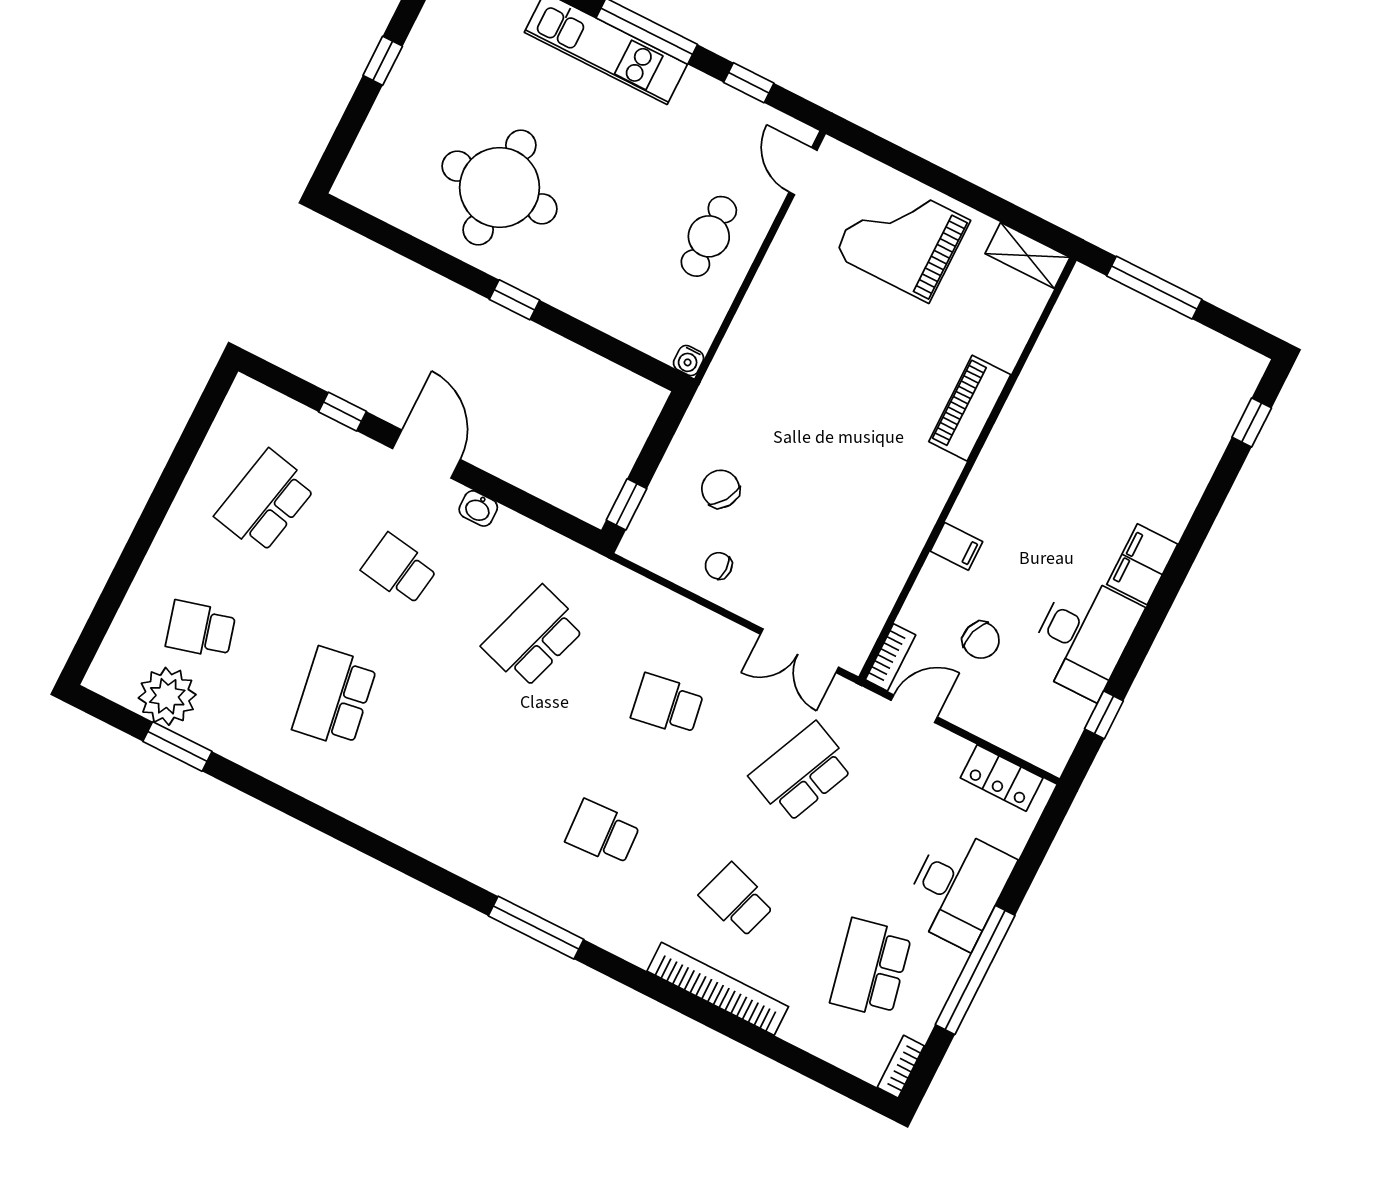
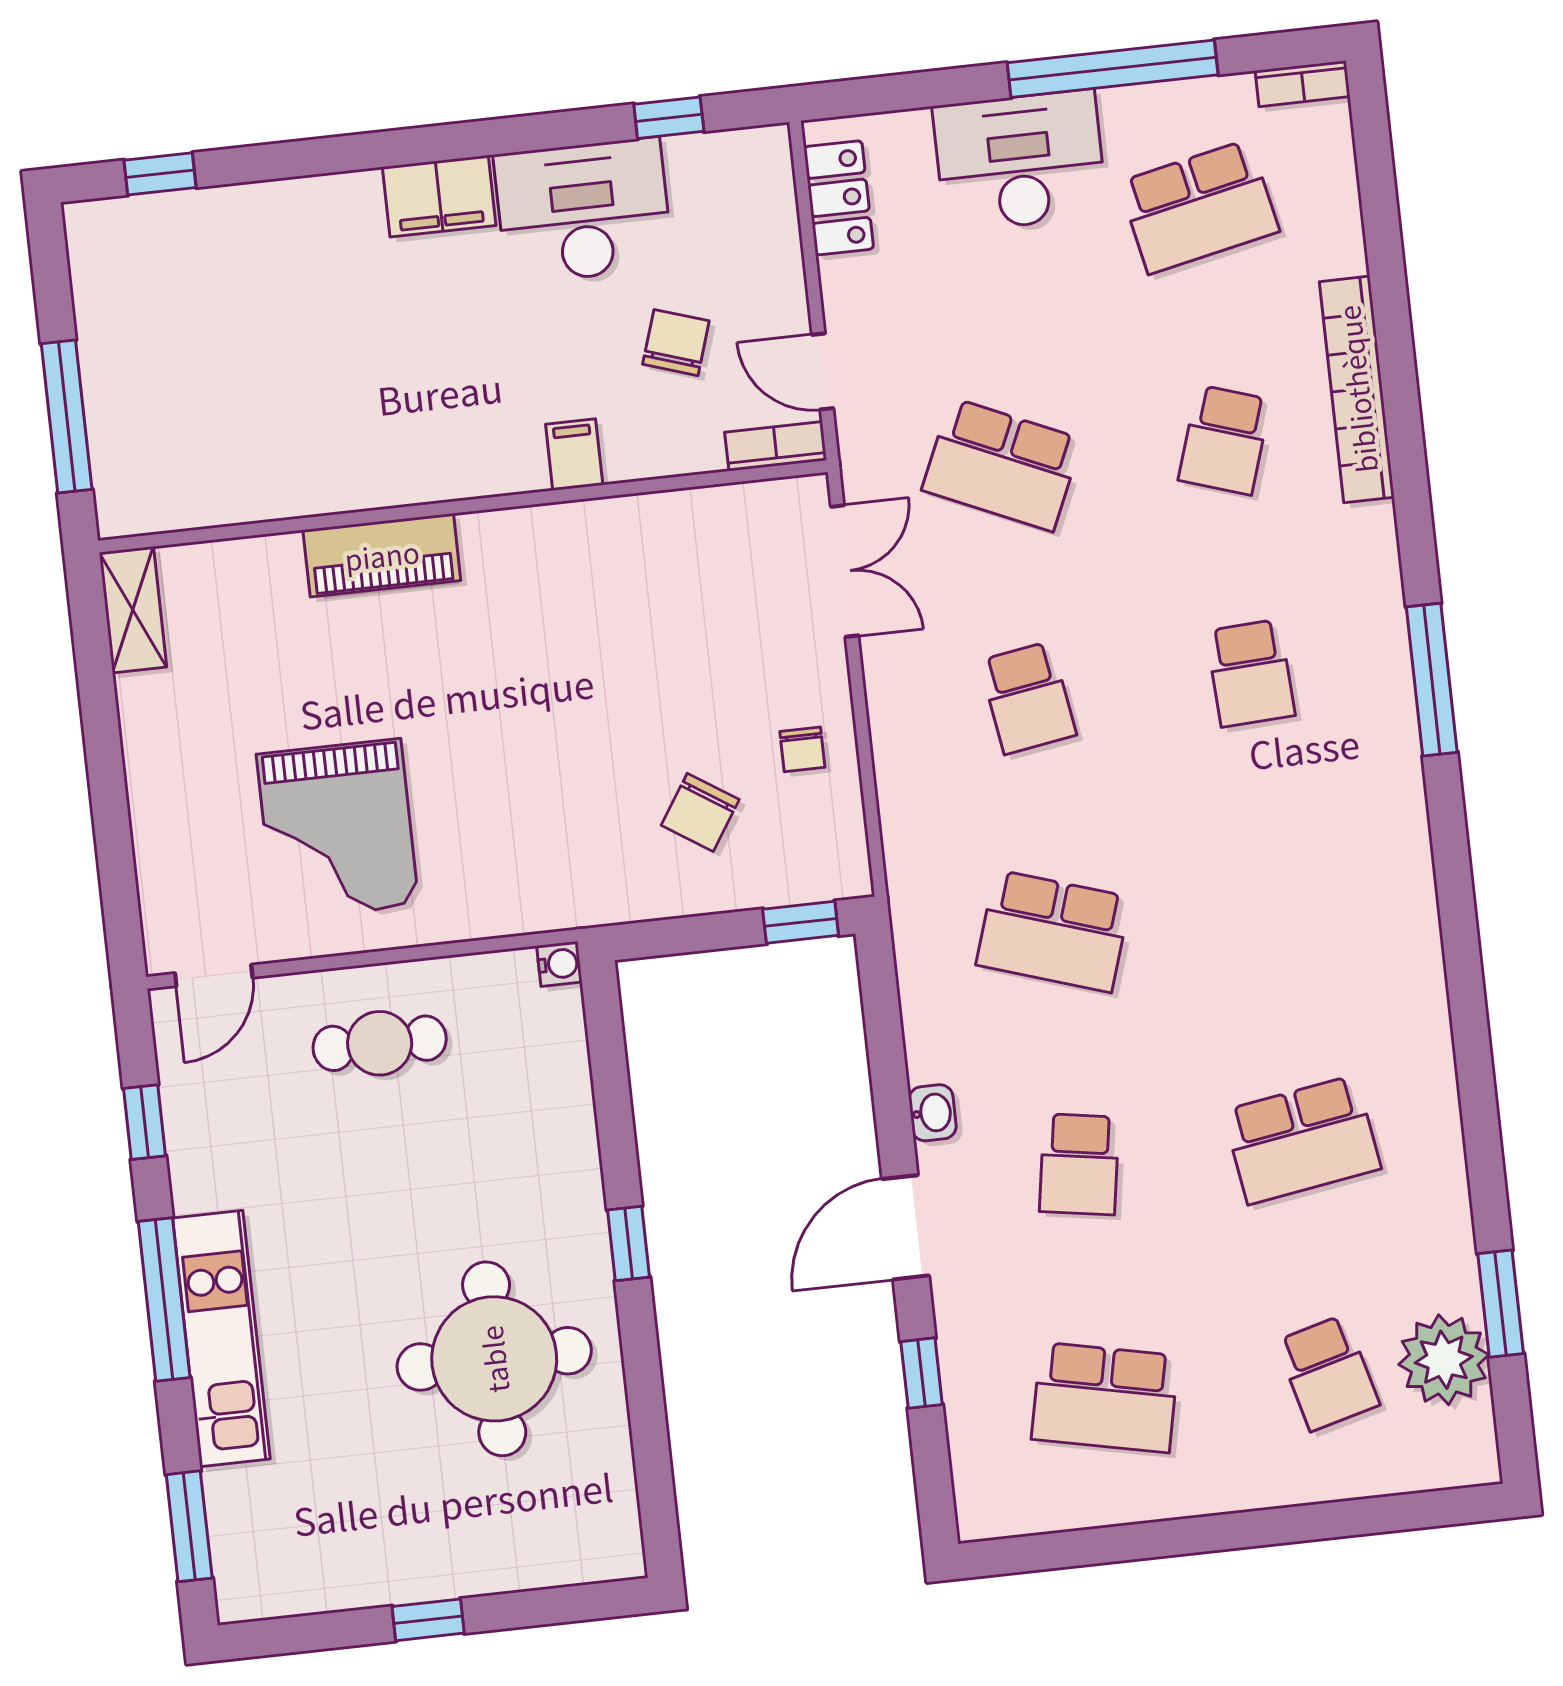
grand piano: (902, 238) -> (338, 830), moved

